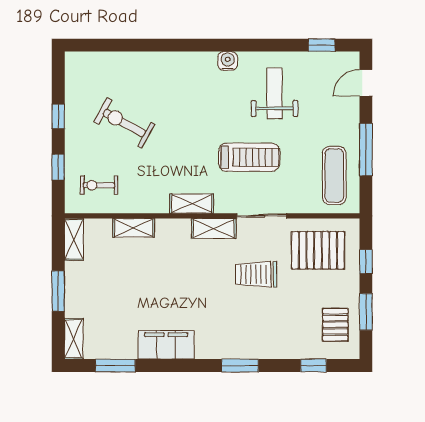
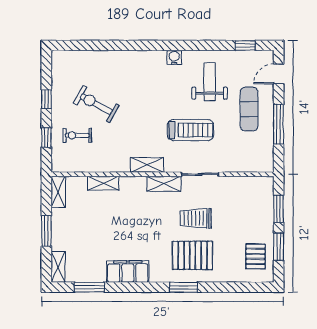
exercise mat: (334, 175) -> (249, 109), moved
exercise bike: (99, 185) -> (77, 135), moved
pallet: (318, 250) -> (193, 255), moved
window: (366, 262) -> (279, 209), width x1.50
window: (313, 366) -> (239, 287), removed

